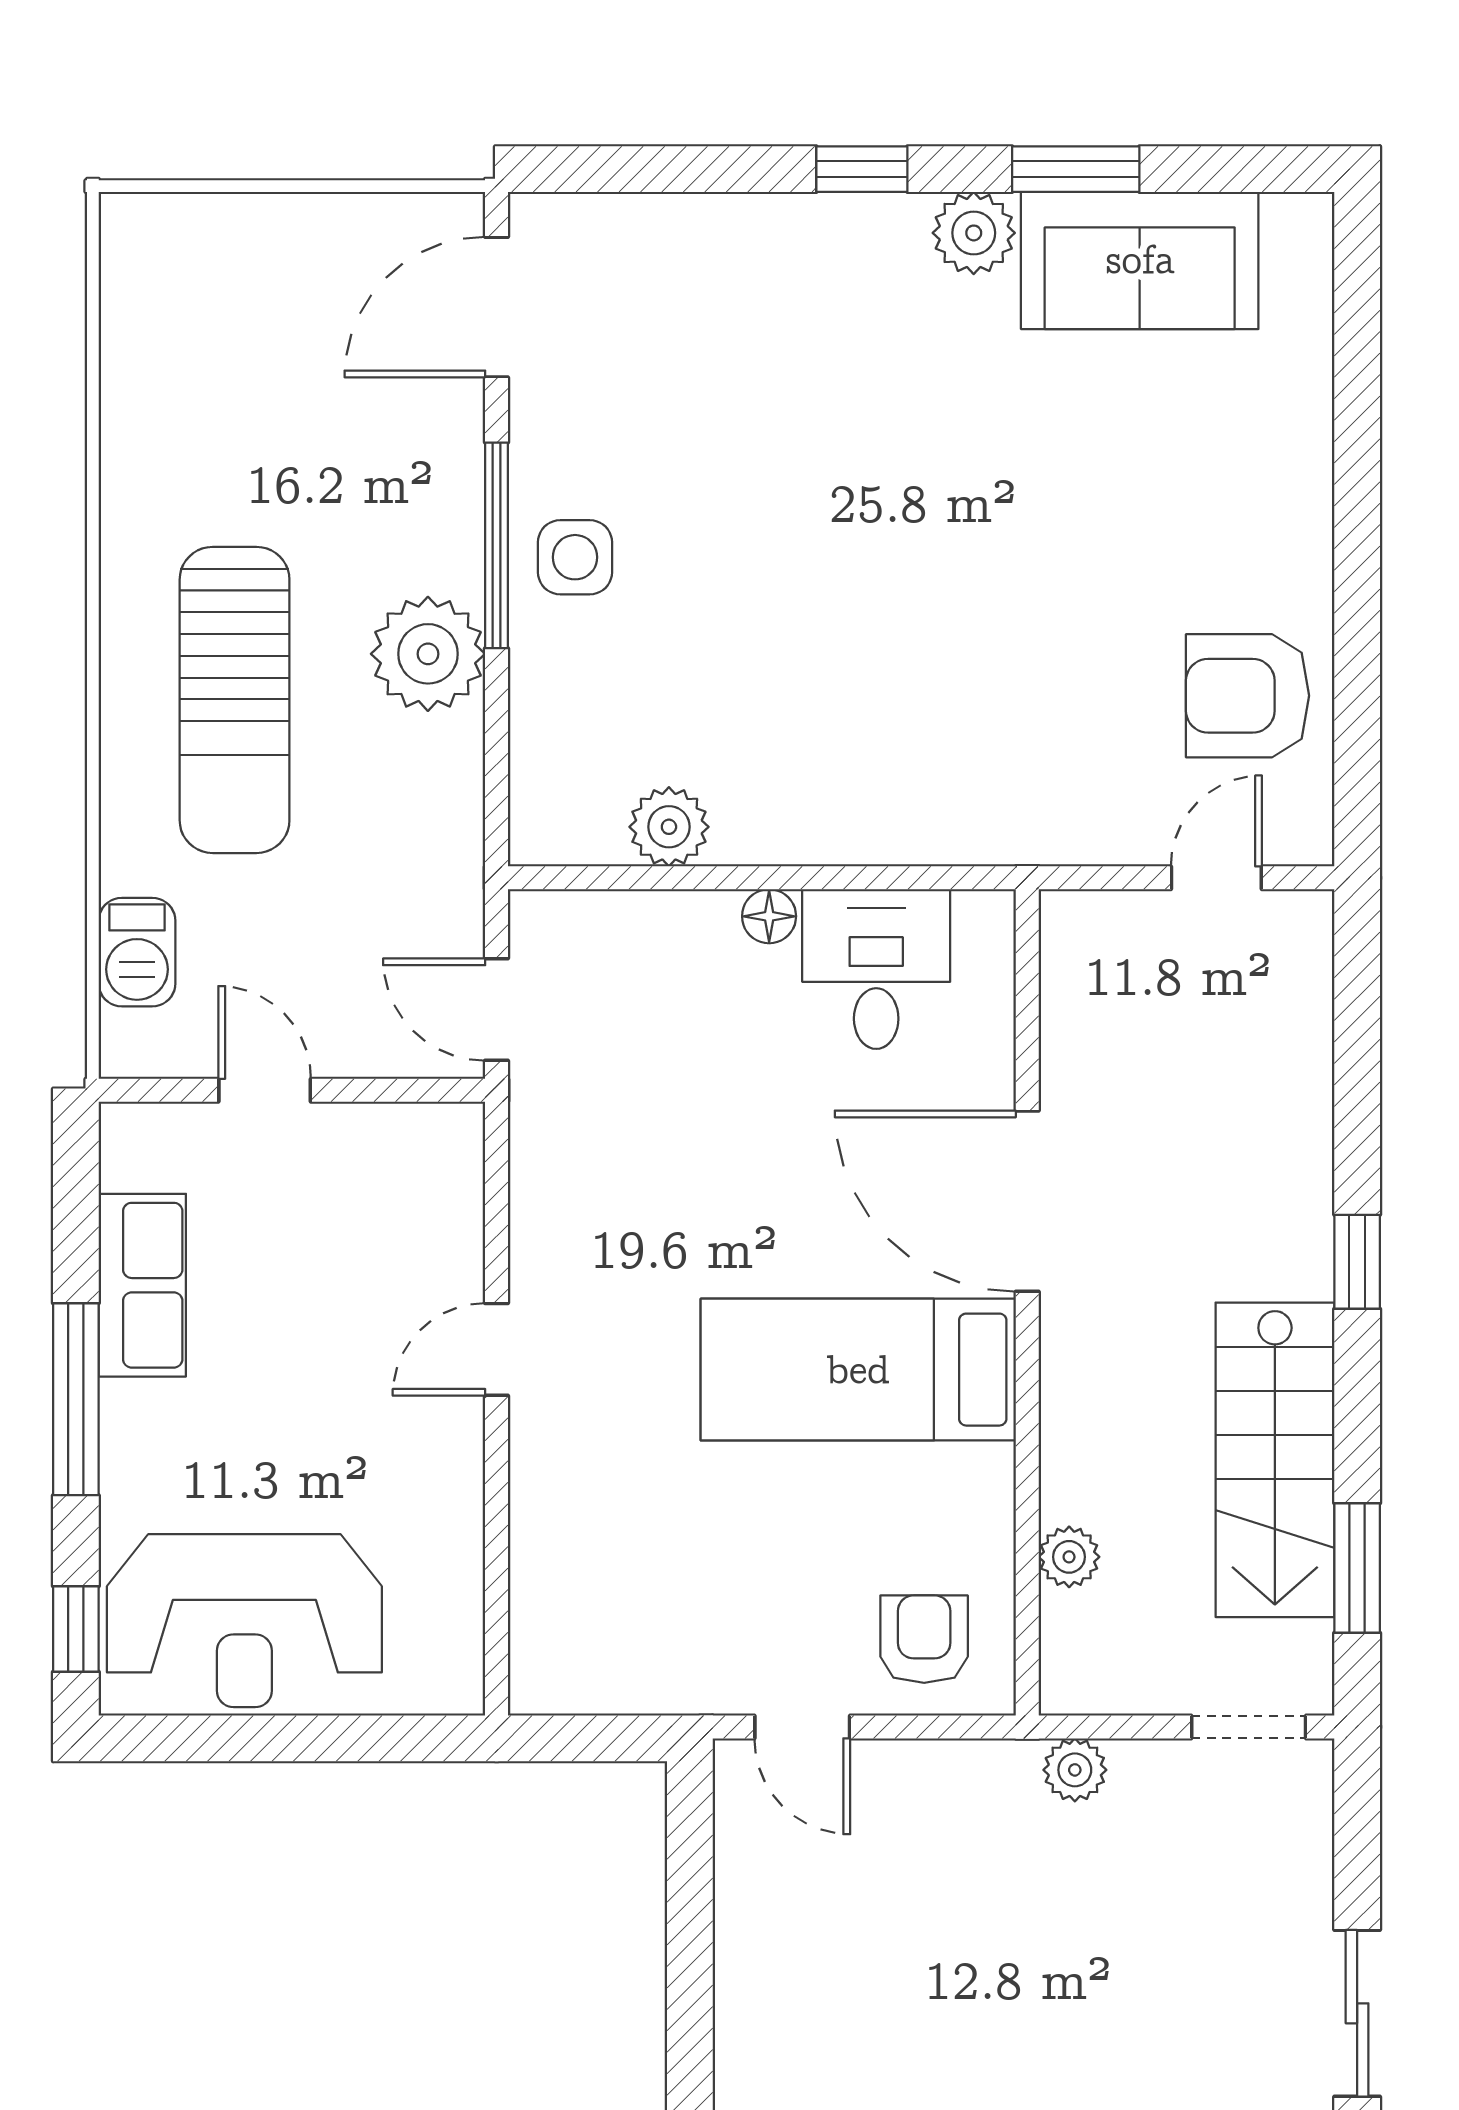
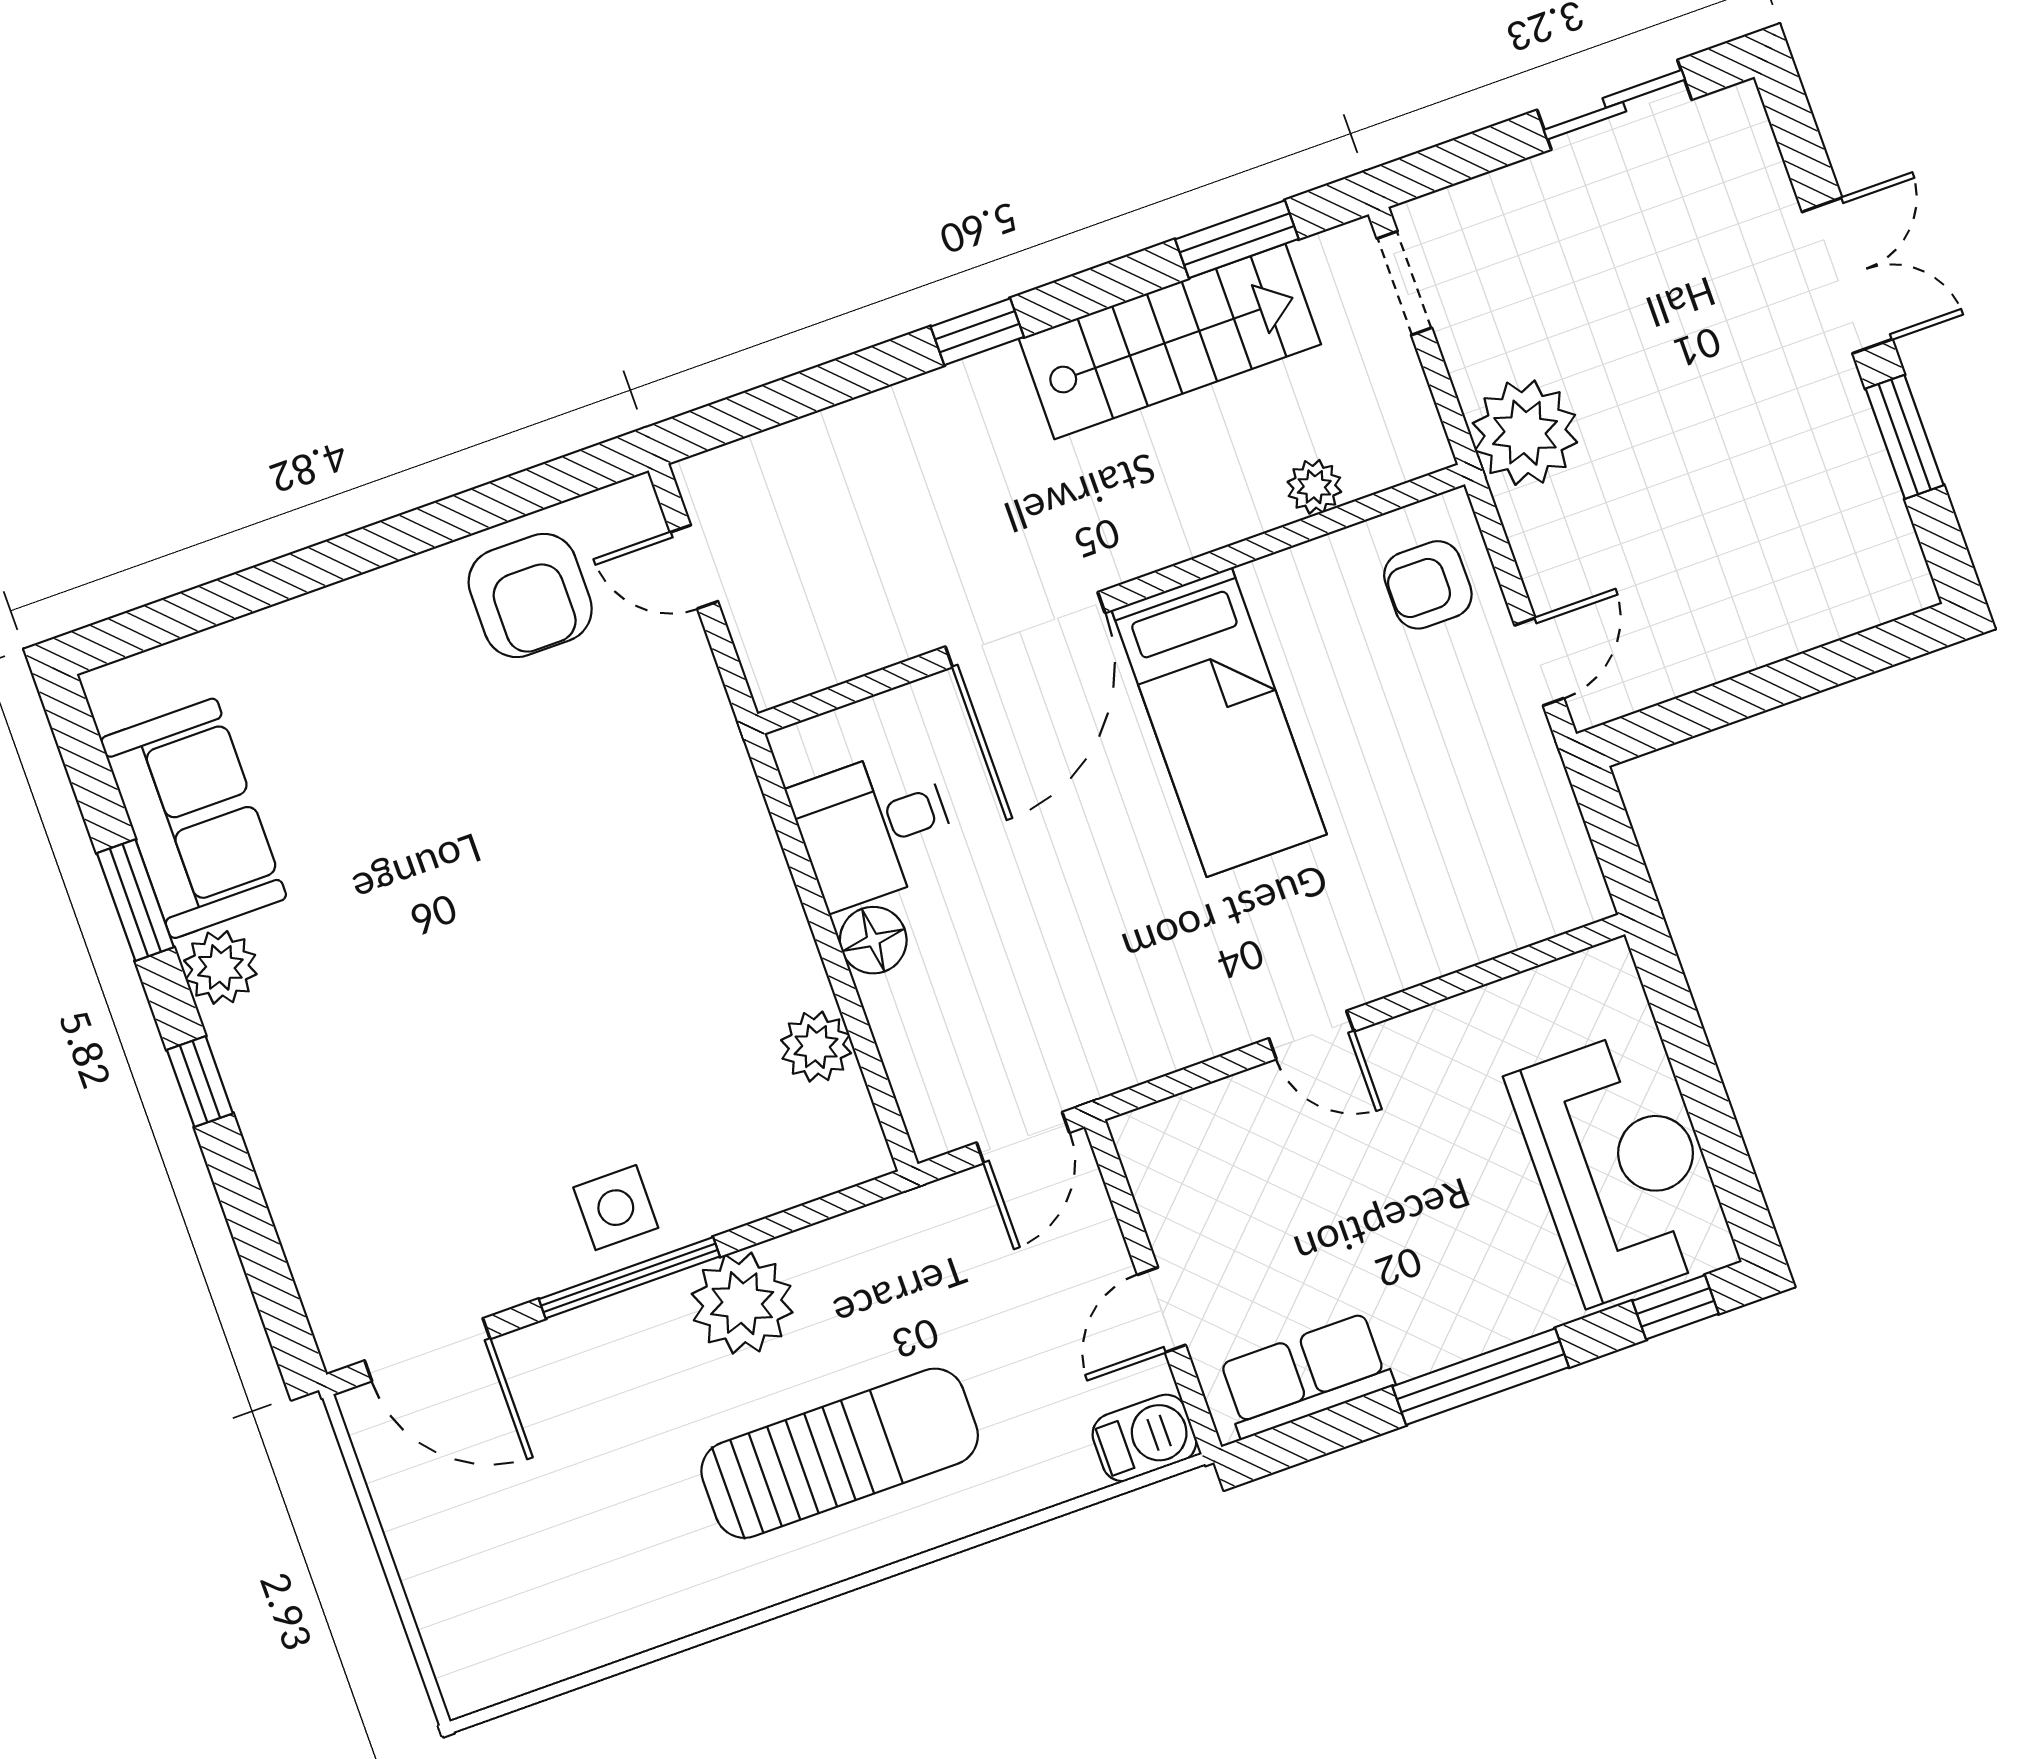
floor lamp: (769, 916) -> (873, 940), width x1.37, depth x1.37
barbecue: (137, 952) -> (1144, 1438), moved
row of seats: (142, 1285) -> (1305, 1376), moved
plant: (1075, 1770) -> (1525, 433), width x1.88, depth x1.88

